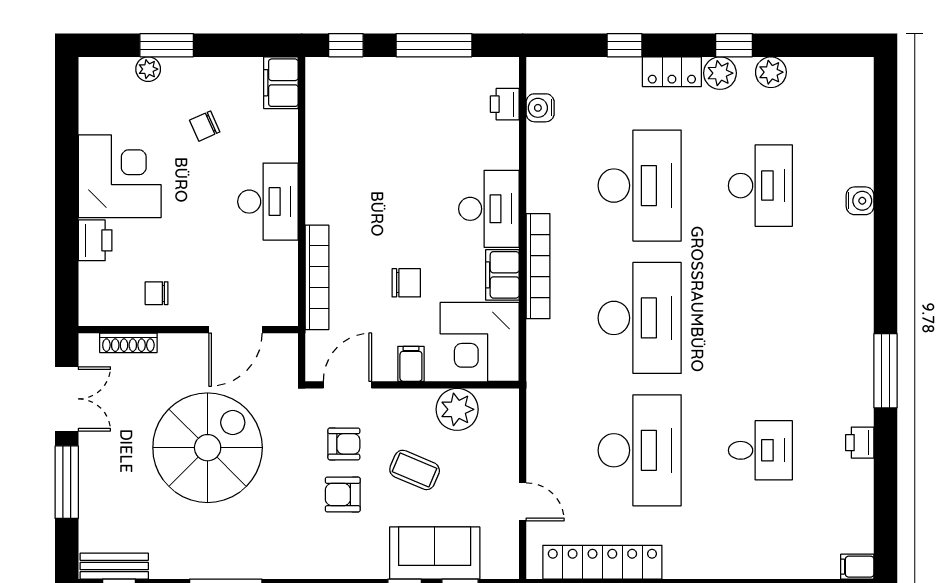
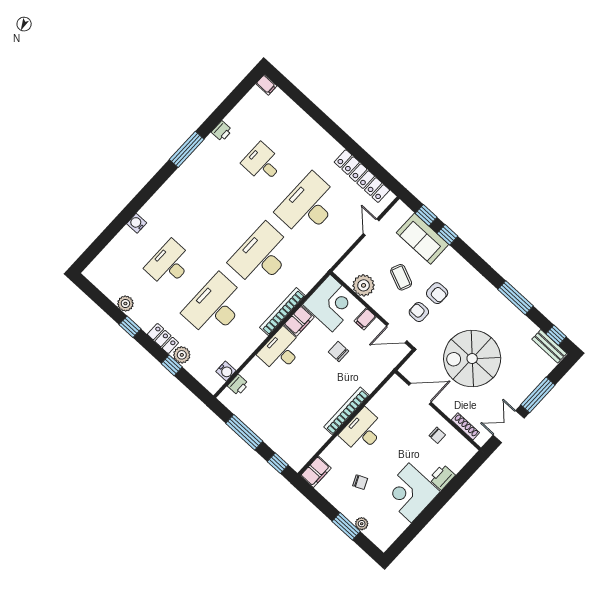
plant: (720, 73) -> (182, 355), moved
bookcase: (317, 277) -> (346, 411), moved

